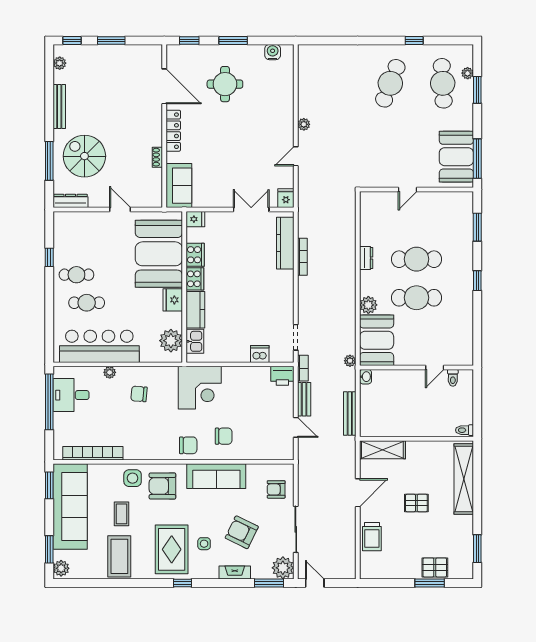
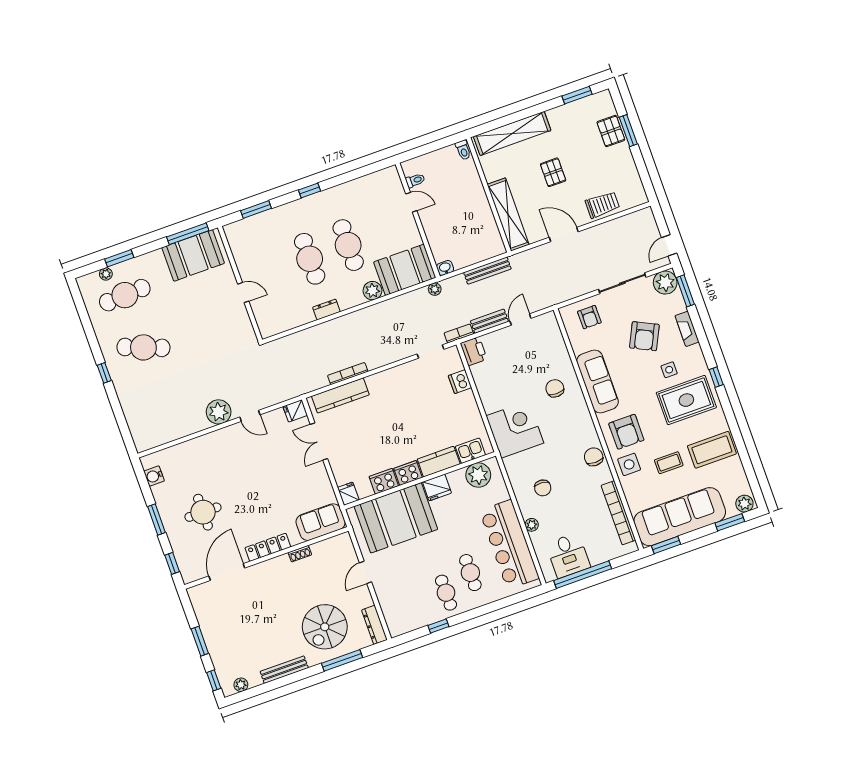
window: (414, 40) -> (104, 373), moved
plant: (304, 124) -> (219, 412), width x1.88, depth x1.88
chair: (188, 445) -> (594, 457), moved
shelving: (382, 450) -> (508, 214), width x1.47

